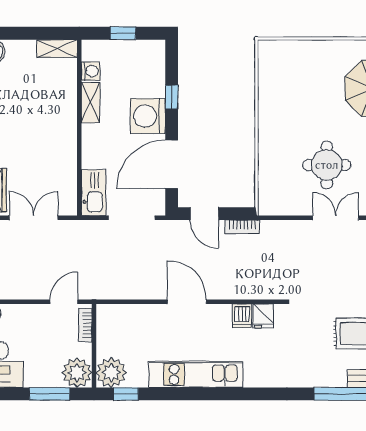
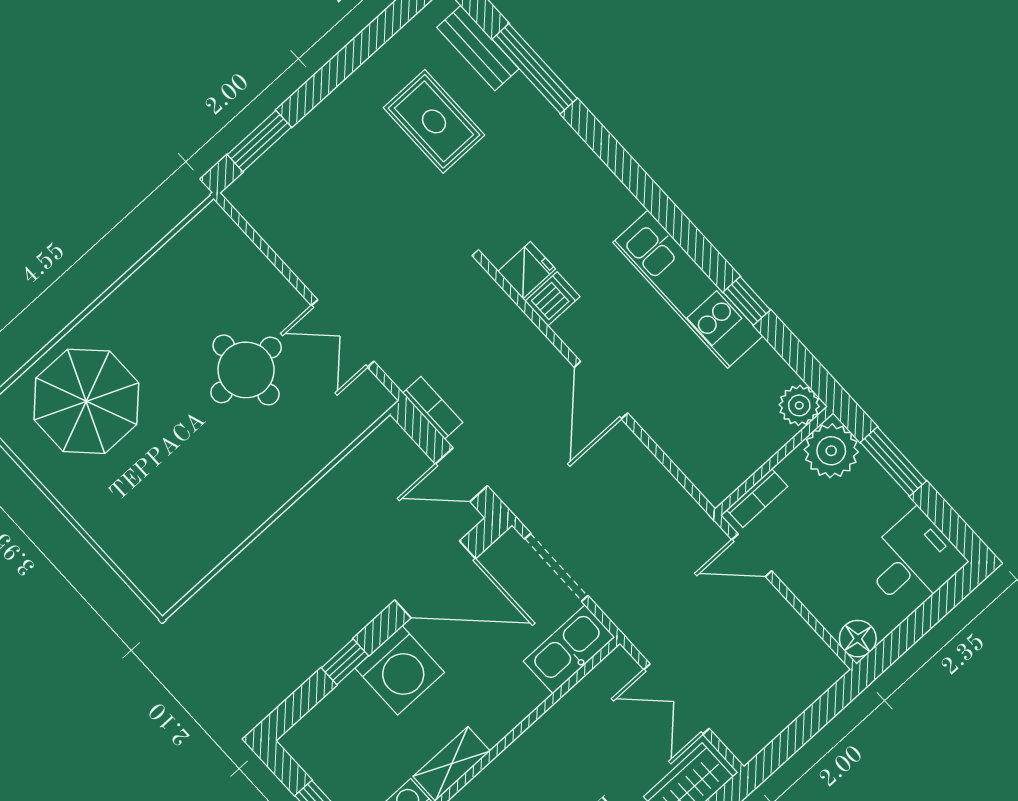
door: (204, 214) -> (461, 475), swing flipped
double door: (336, 218) -> (343, 333), moved
plant: (111, 372) -> (799, 405), width x0.73, depth x0.73
window: (126, 394) -> (747, 301), moved

